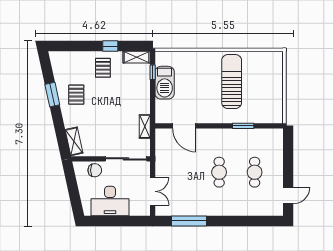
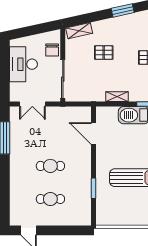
pallet: (76, 95) -> (104, 53), moved
shelving: (145, 126) -> (117, 97), moved
door: (184, 126) -> (94, 133), hinge flipped

